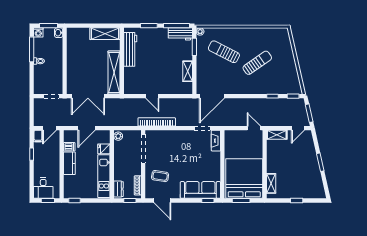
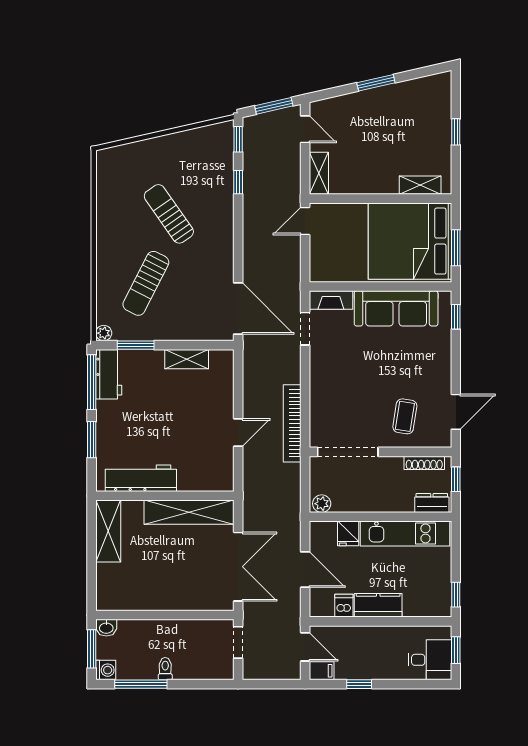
sofa: (200, 190) -> (396, 308), moved, turned -90

